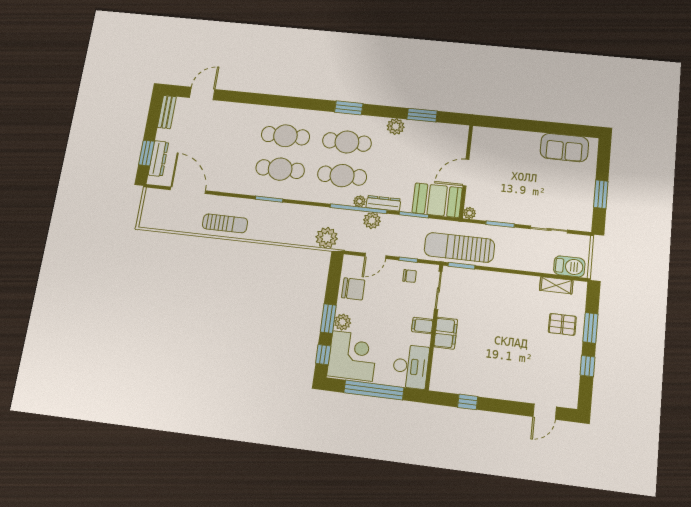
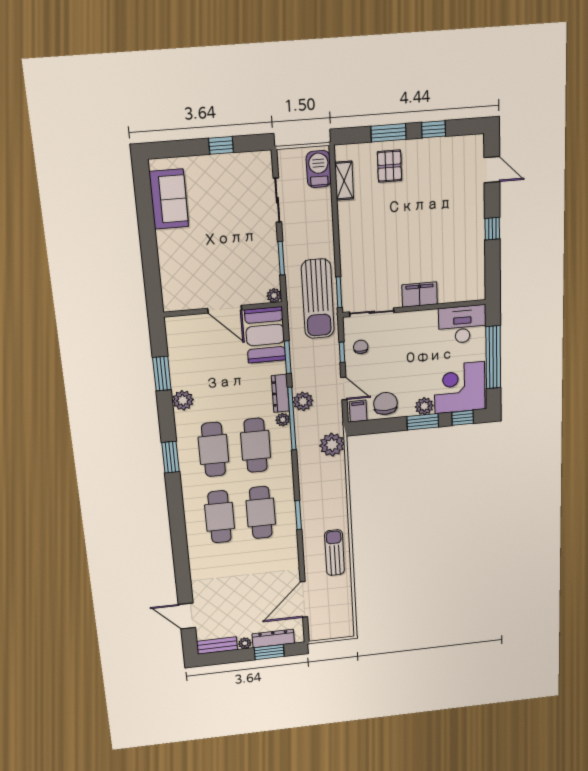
plant: (162, 135) -> (245, 643), added
window: (601, 194) -> (221, 145), width x0.67
filing cabinet: (422, 326) -> (358, 411), moved, turned 180
window: (468, 402) -> (492, 229), moved

